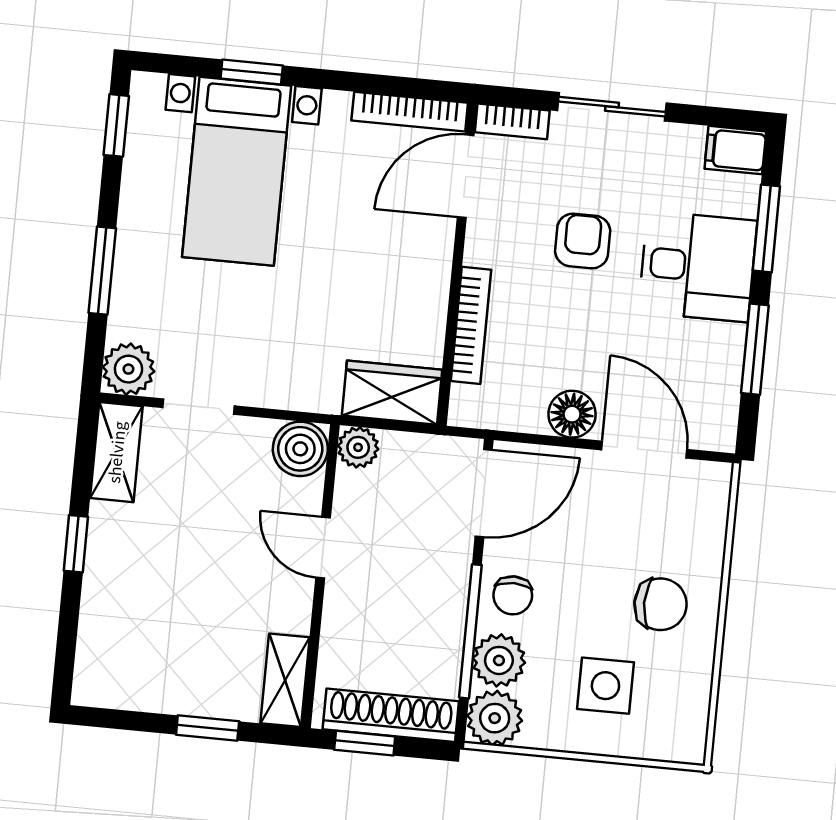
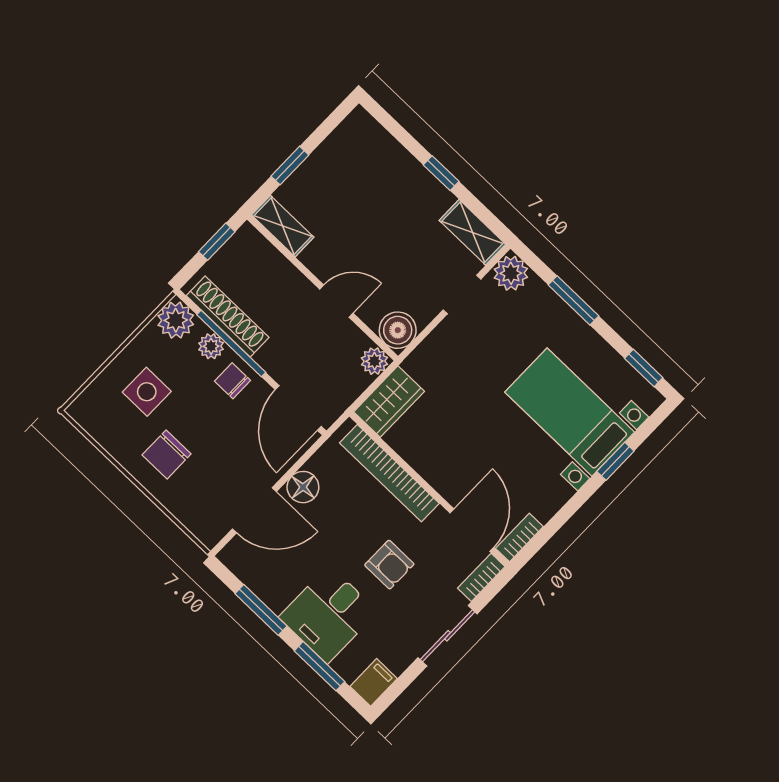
bookcase: (410, 112) -> (519, 538), width x0.64
bookcase: (471, 325) -> (389, 473), width x1.48, depth x1.31
plant: (499, 660) -> (211, 346), width x0.73, depth x0.73
shoe rack: (391, 715) -> (228, 316), moved, turned -90

